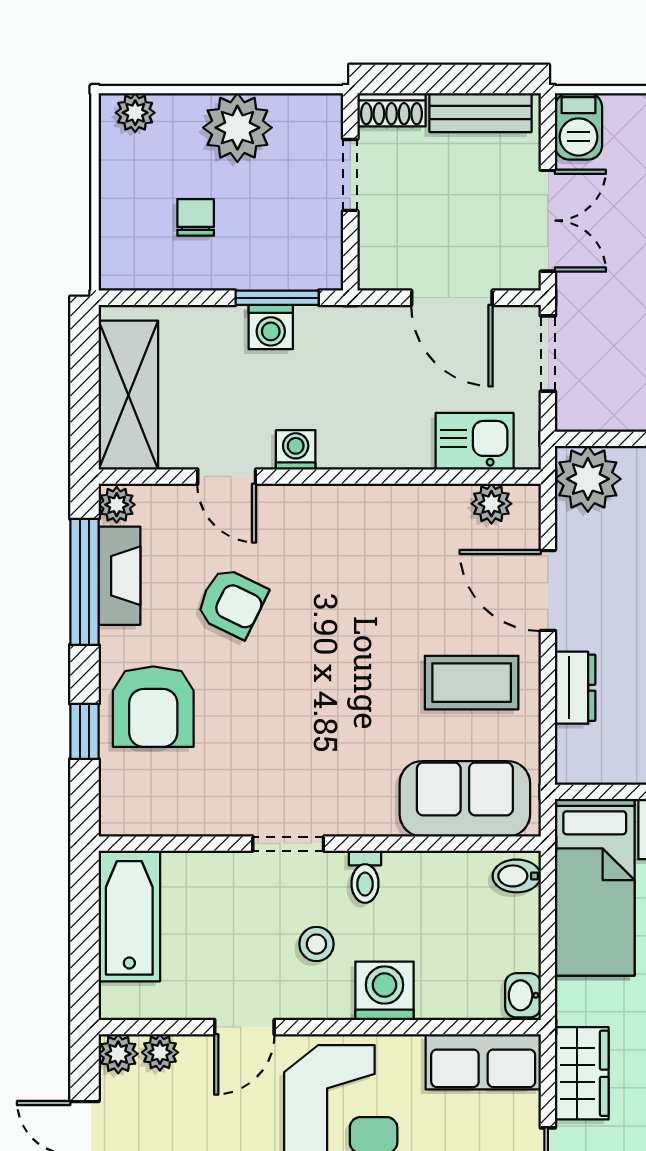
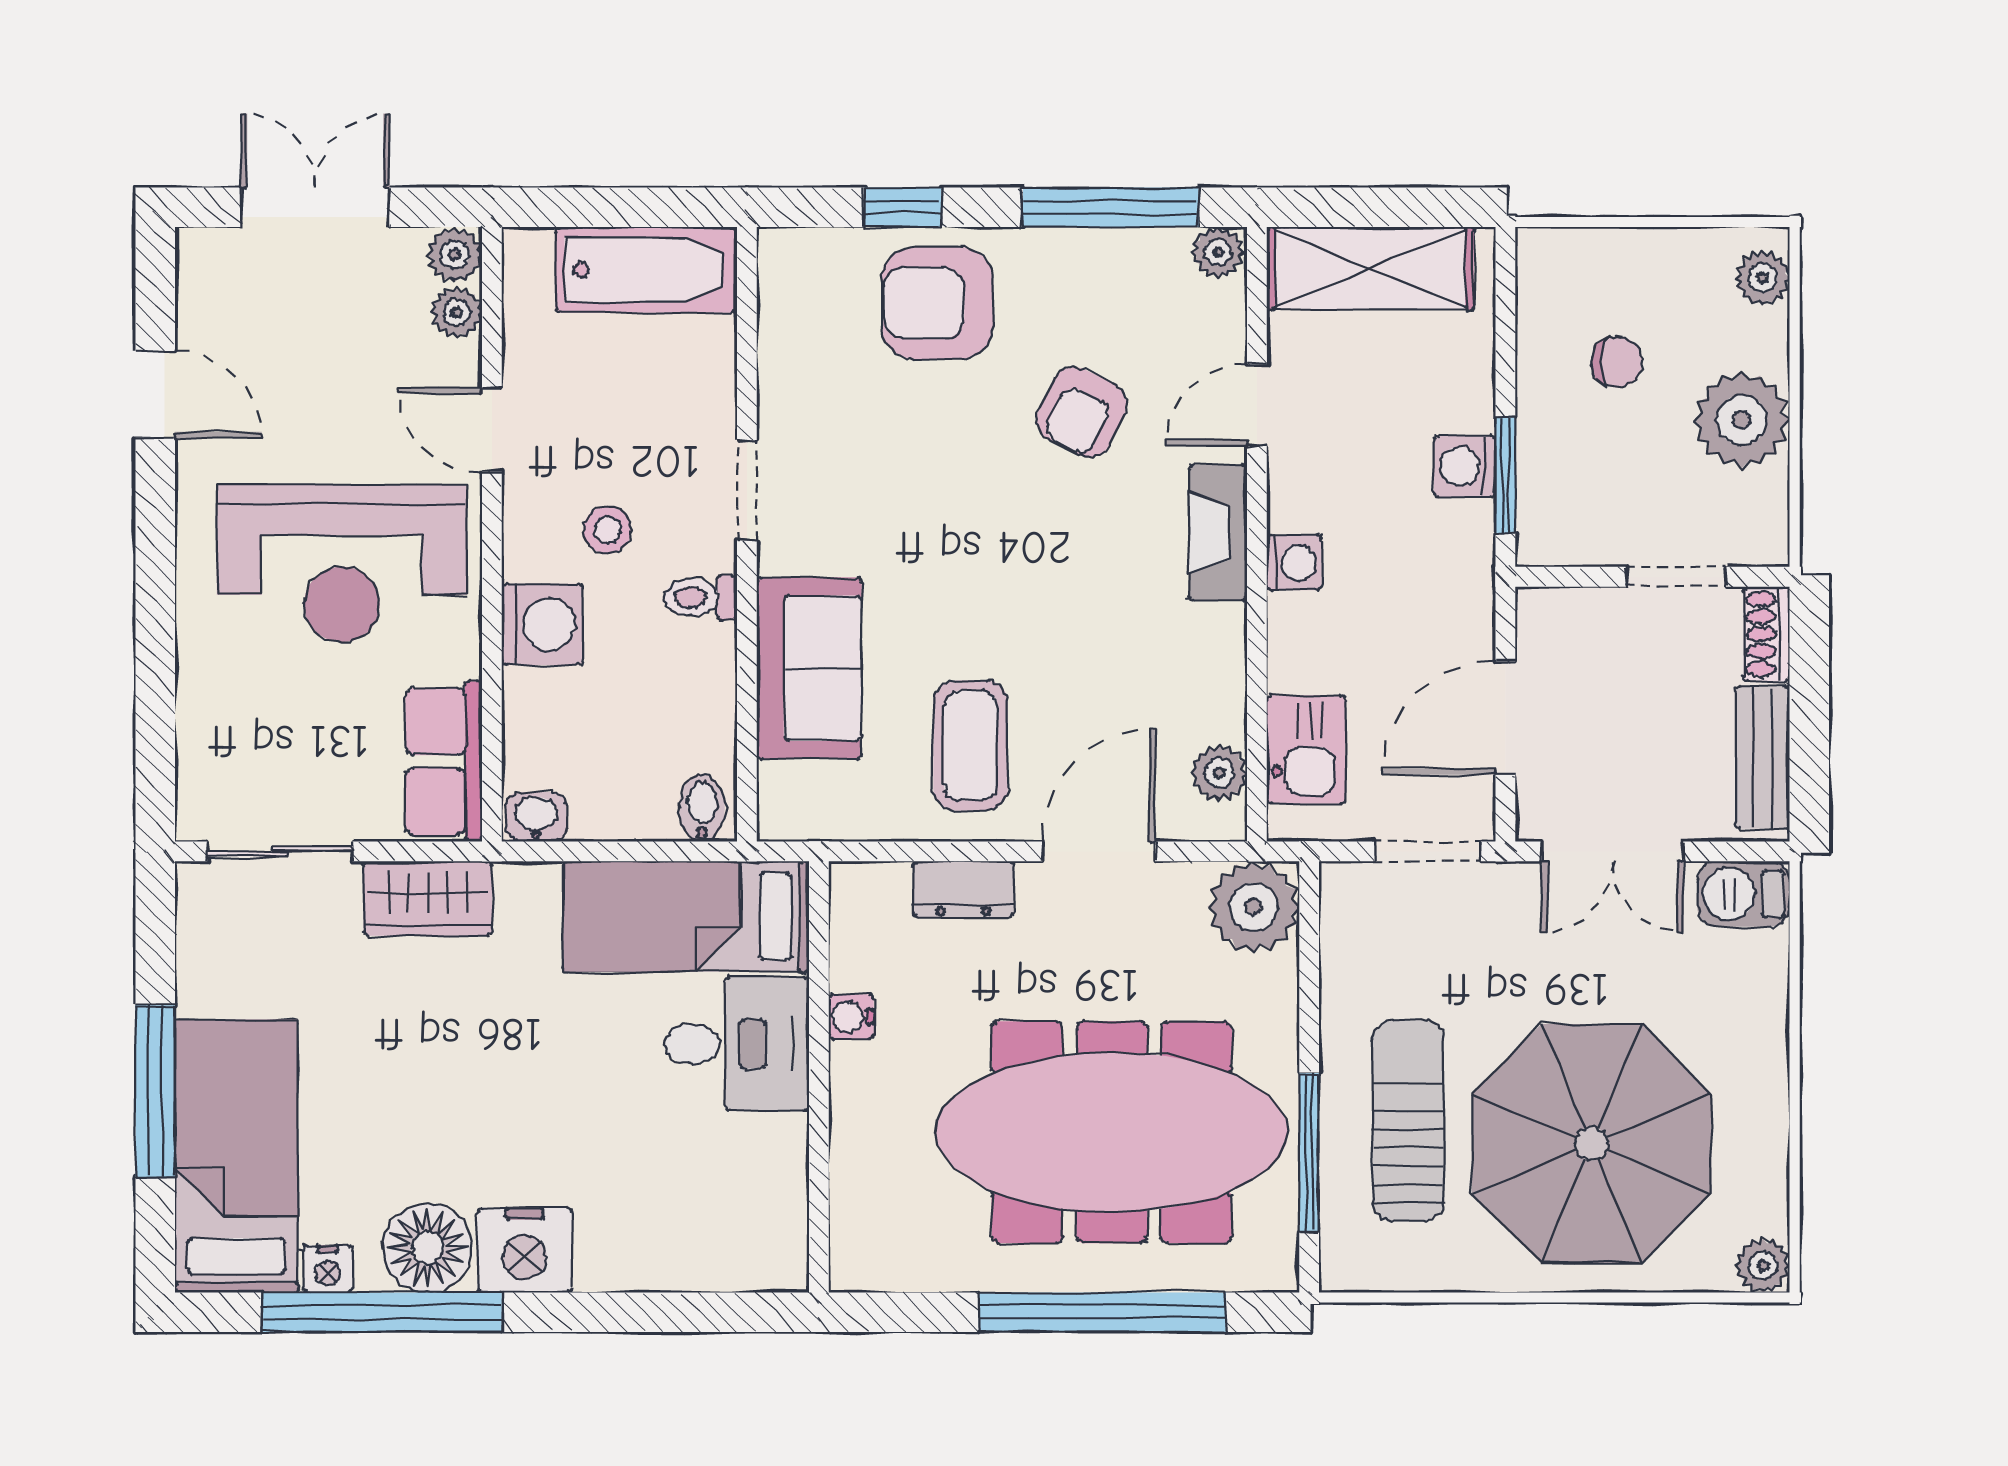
washing machine: (296, 450) -> (1294, 563), moved
fireplace: (119, 576) -> (1218, 533), moved, turned 90
sofa: (465, 799) -> (809, 668), moved

